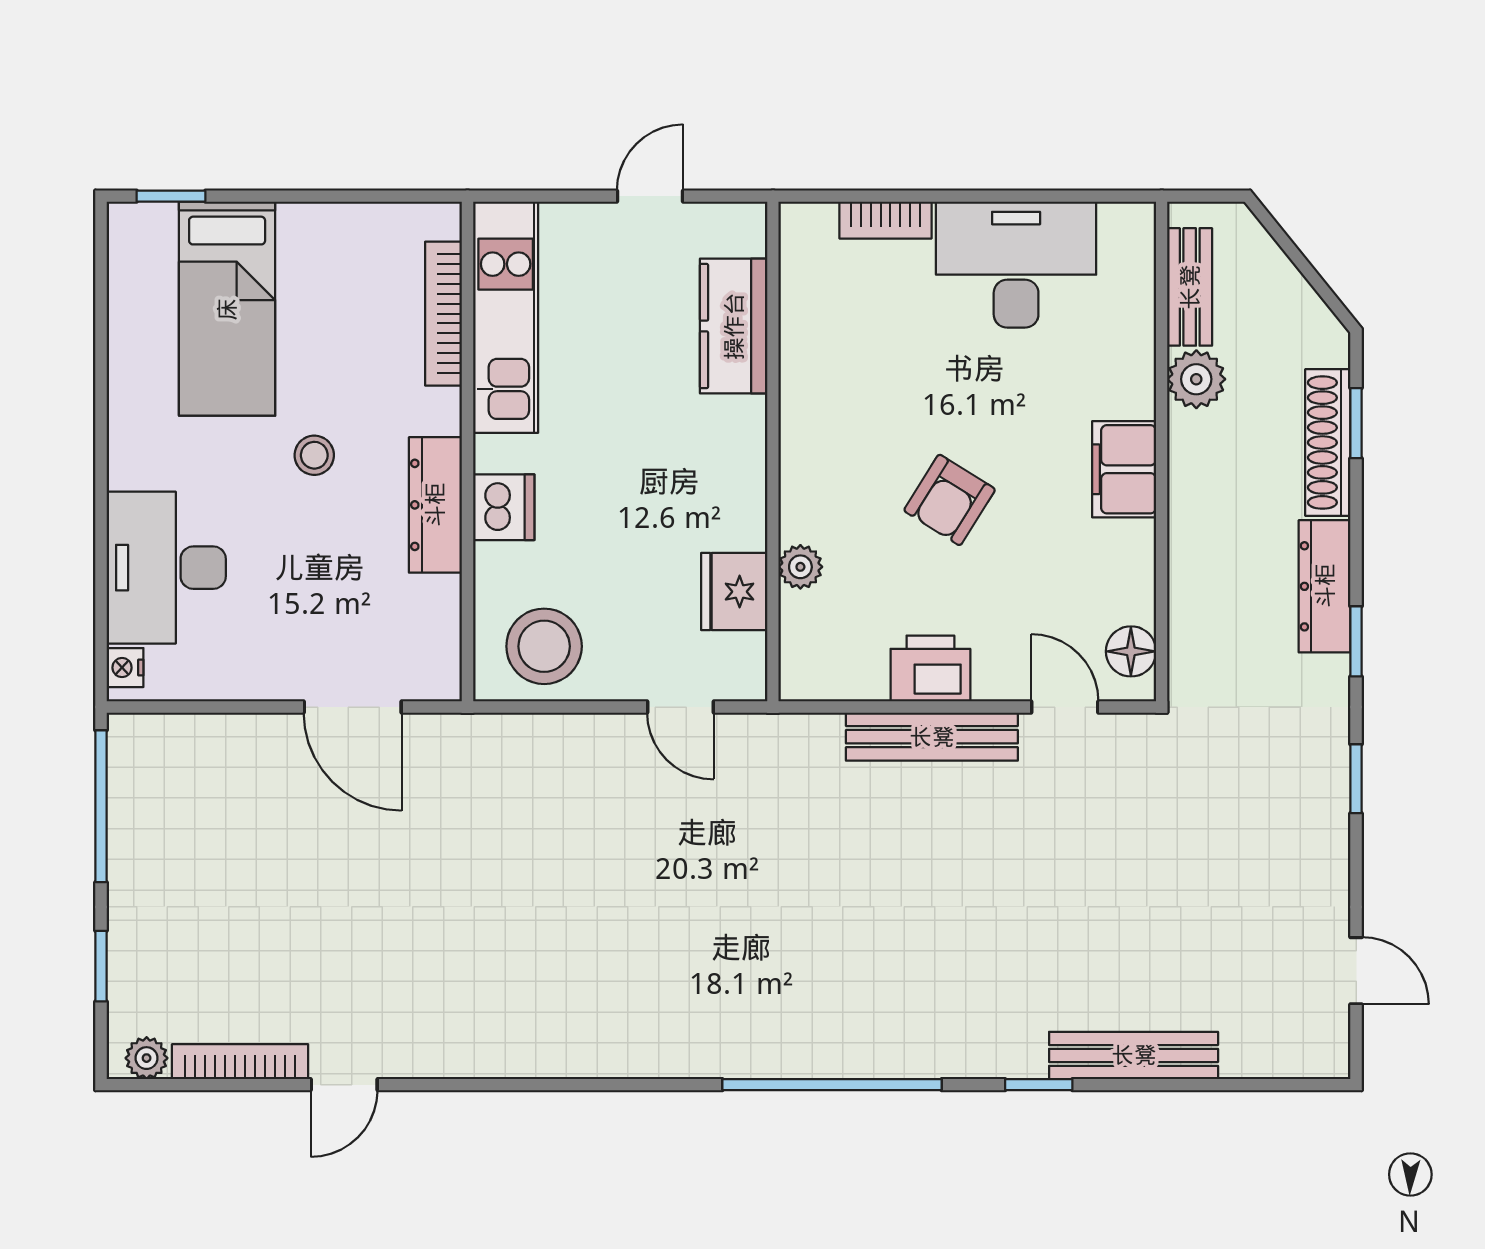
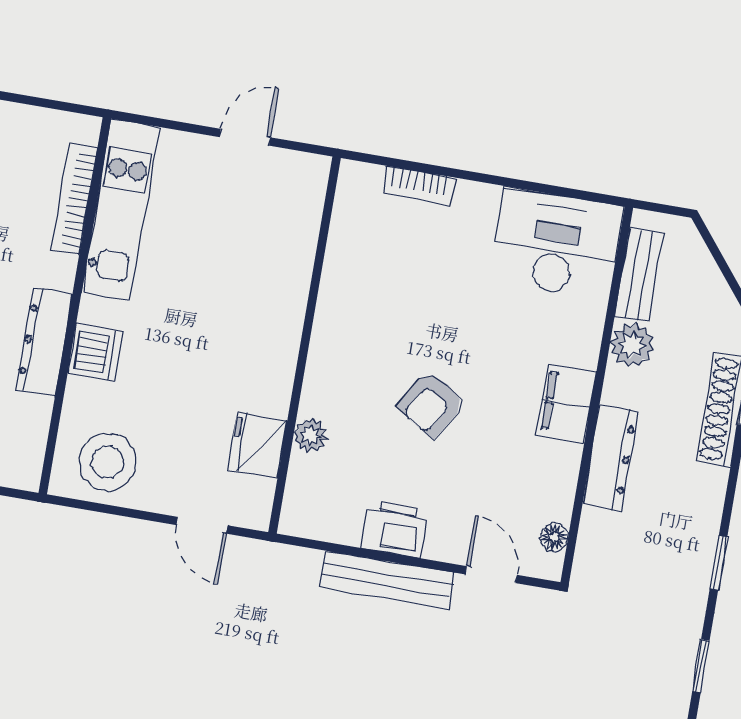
desk: (1016, 265) -> (556, 243), moved
kitchen counter: (734, 326) -> (291, 246), removed
dresser: (1325, 586) -> (610, 457), moved, turned 180
floor lamp: (1131, 651) -> (554, 537), width x0.73, depth x0.73

